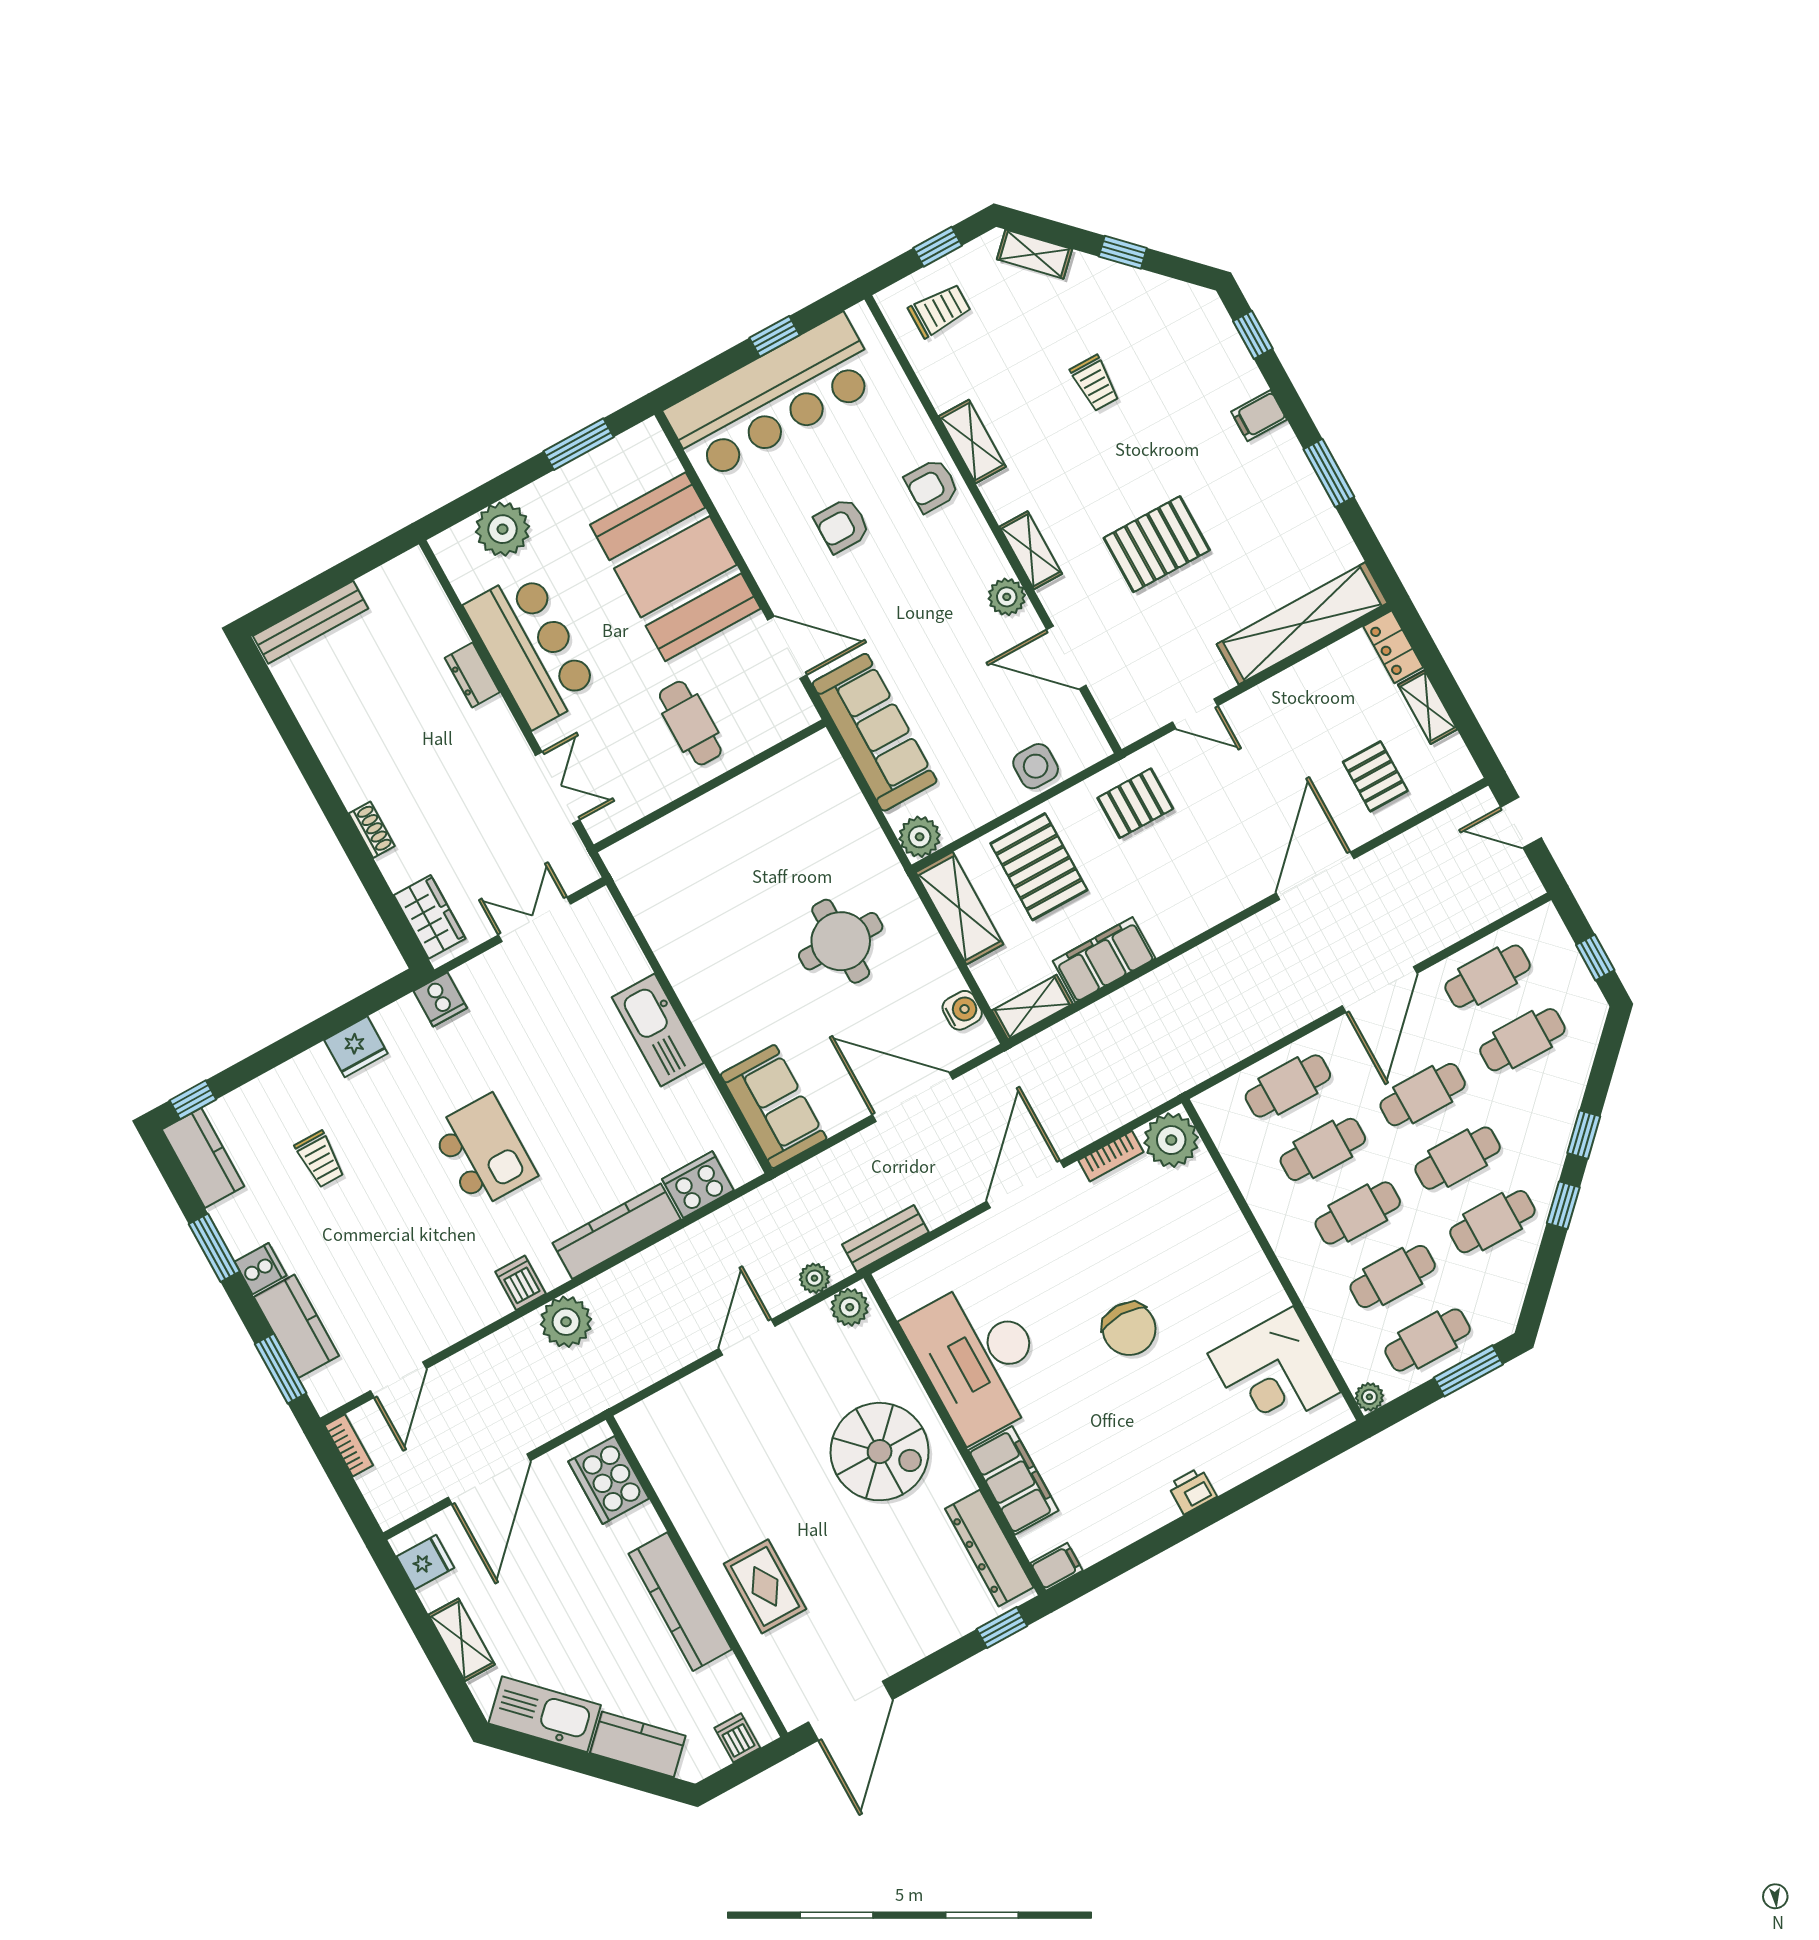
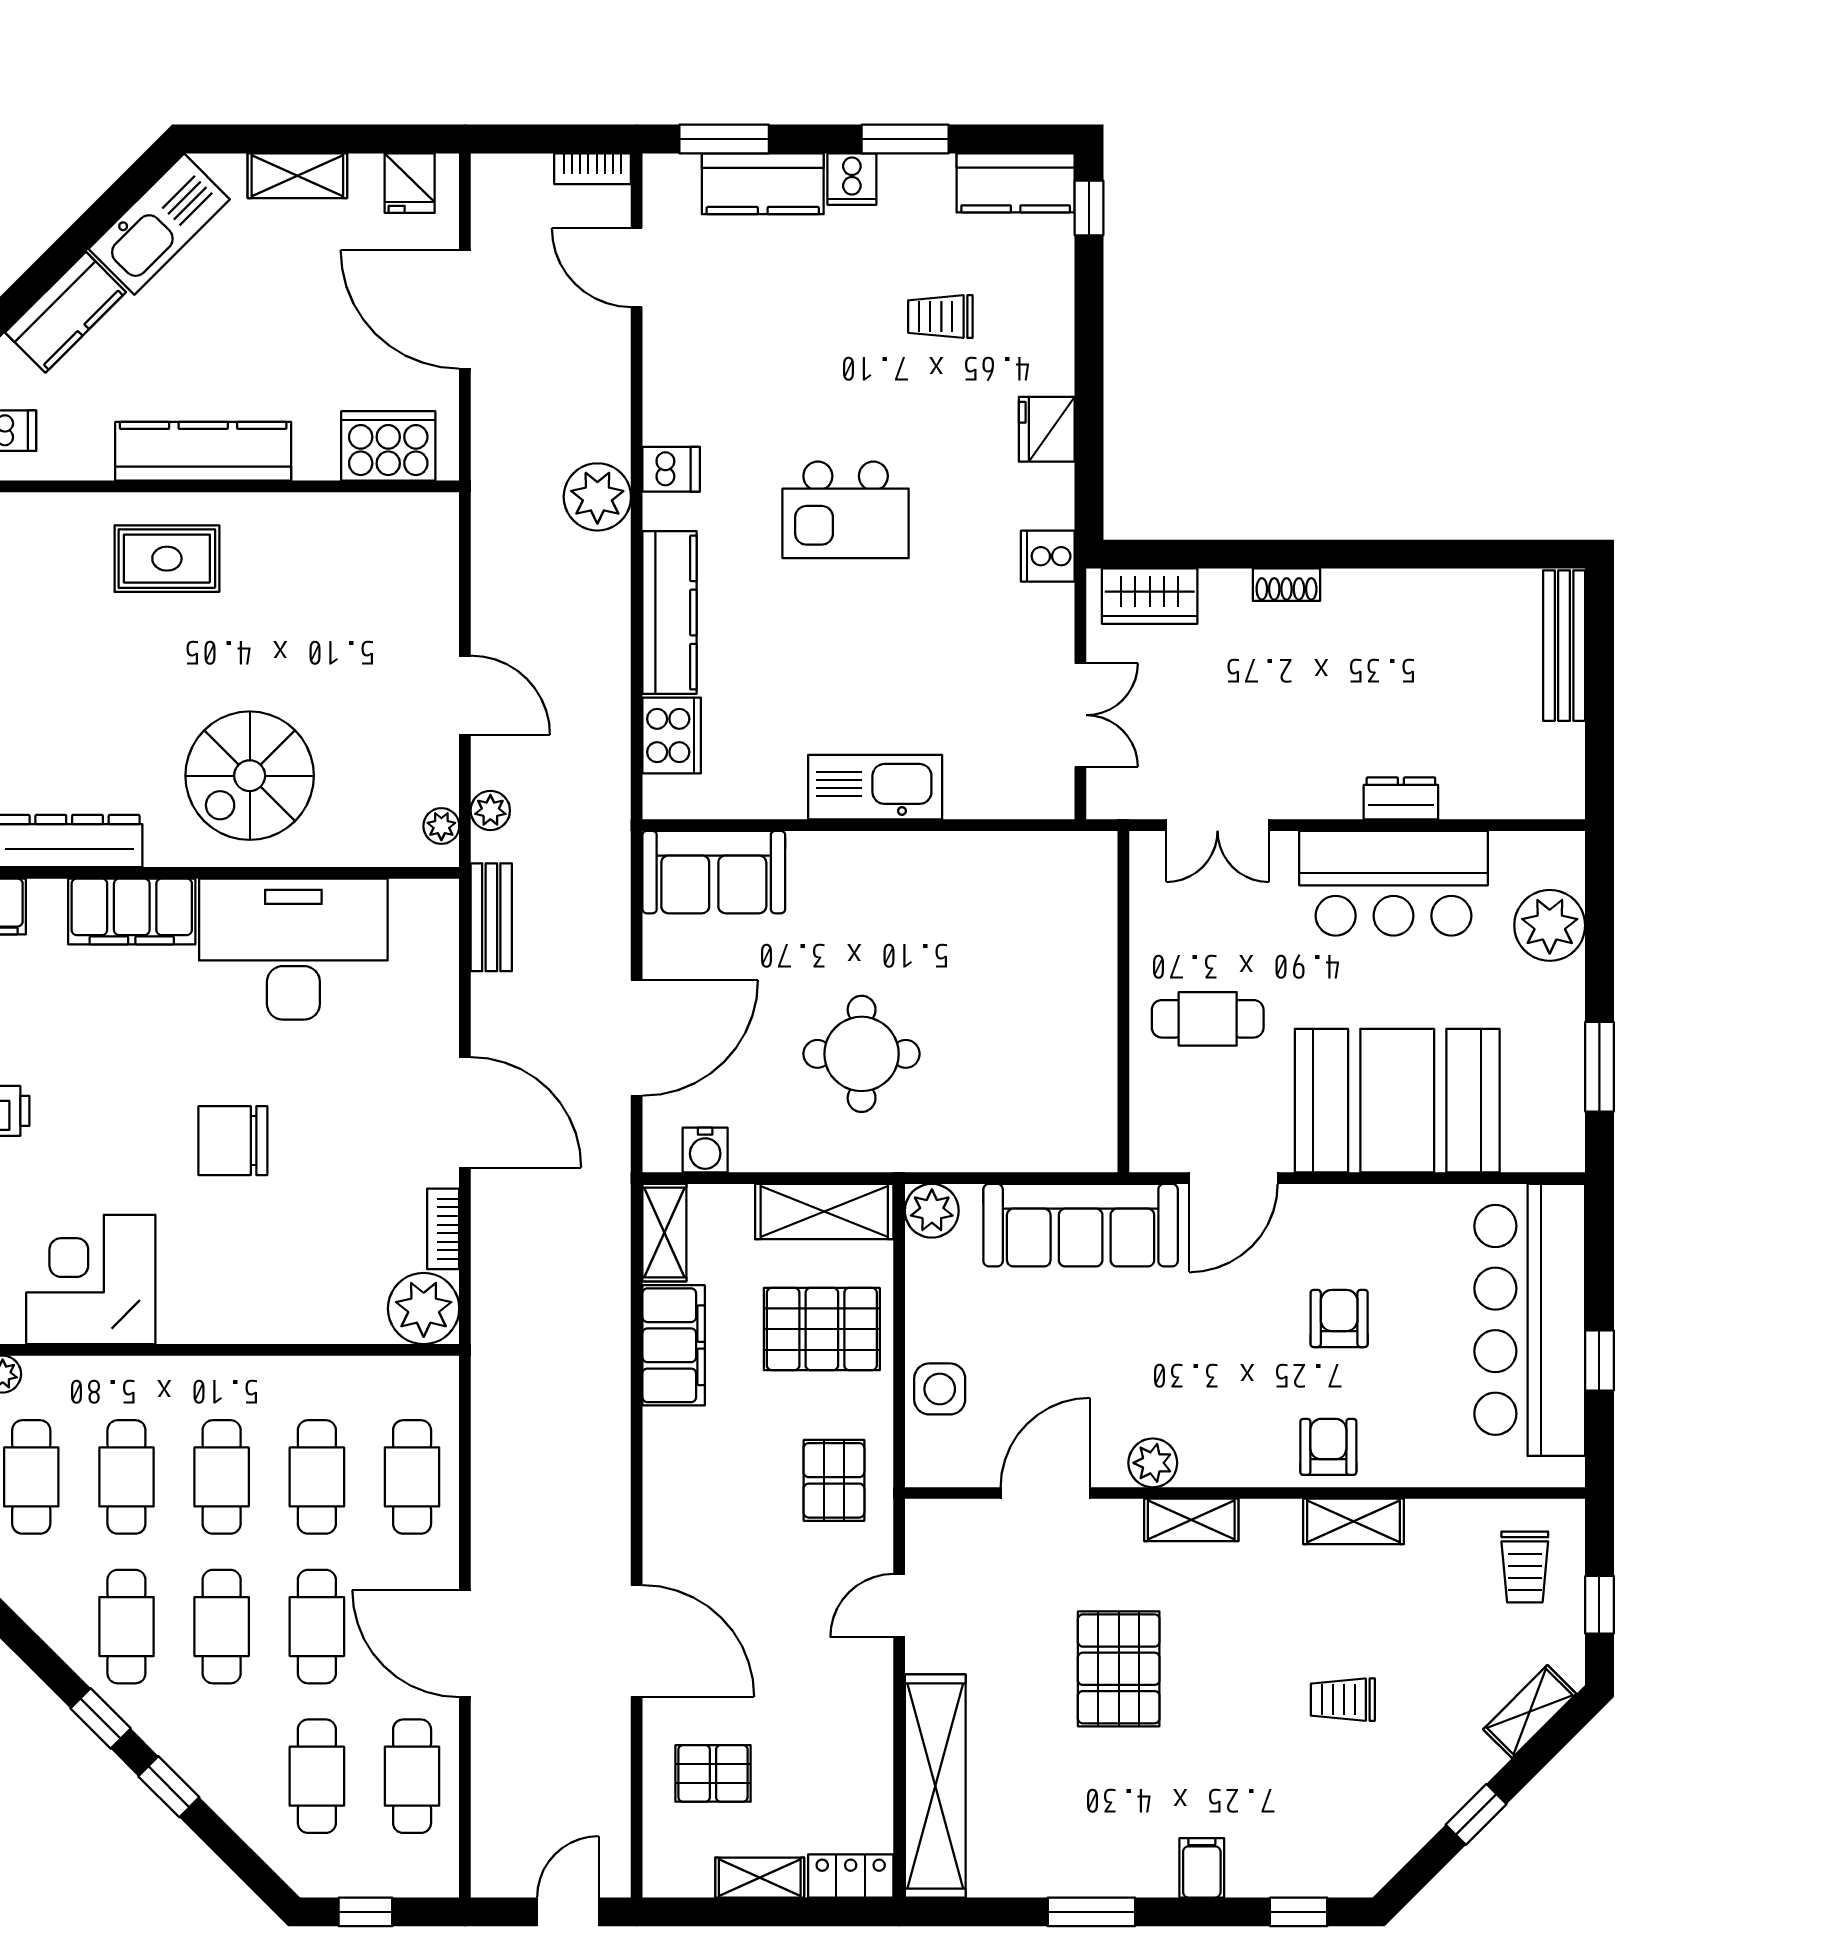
plant: (850, 1307) -> (441, 826), width x0.73, depth x0.73

